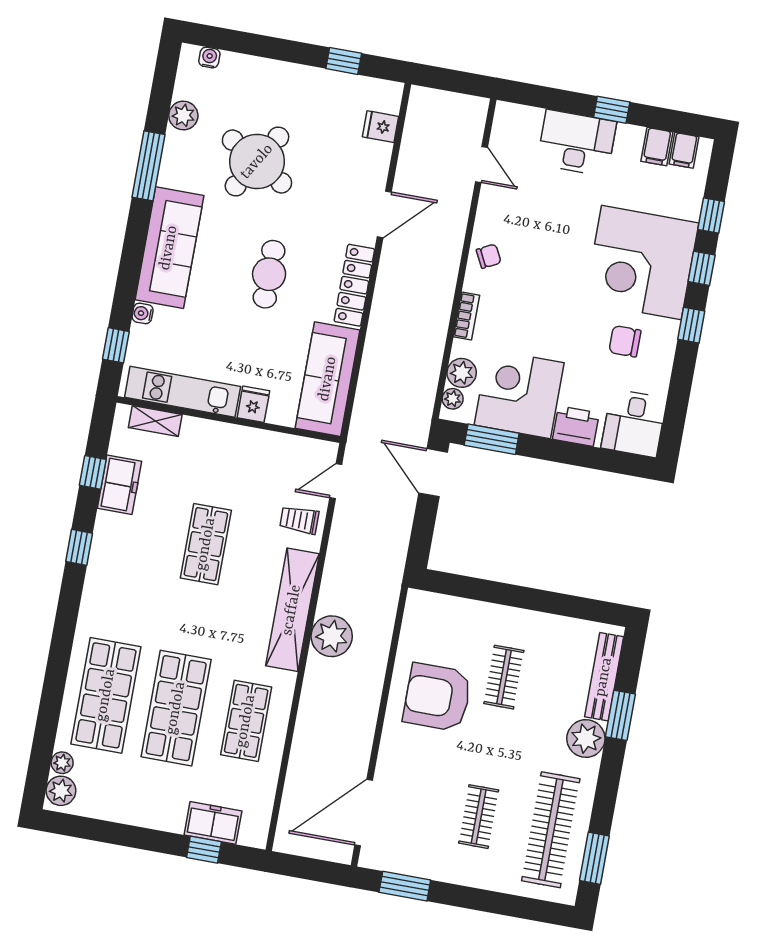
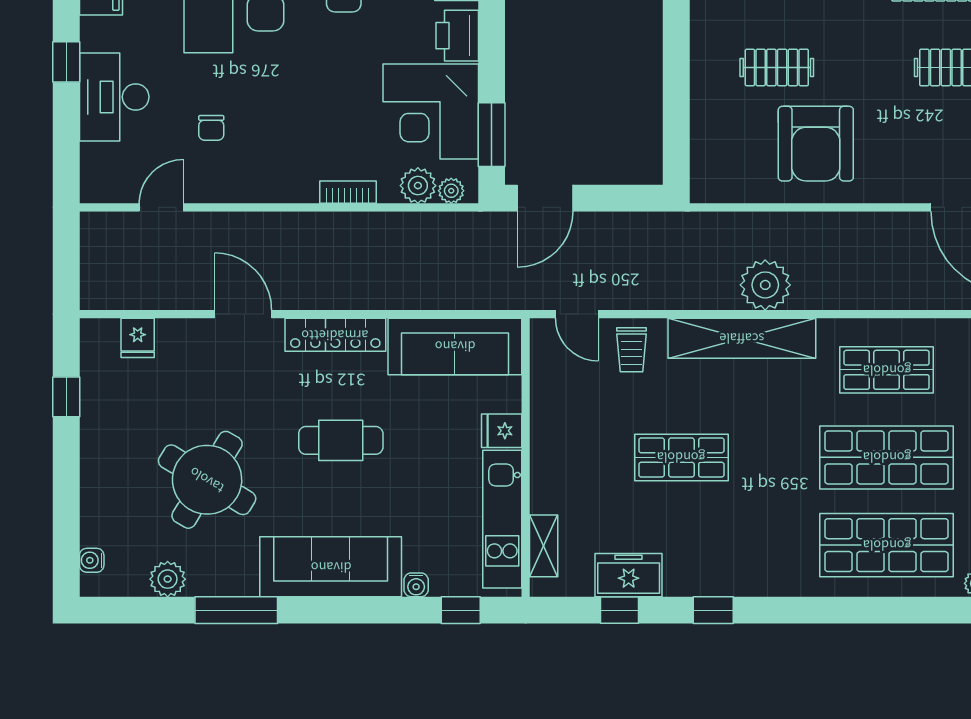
chair: (489, 256) -> (211, 128), moved, turned -153

